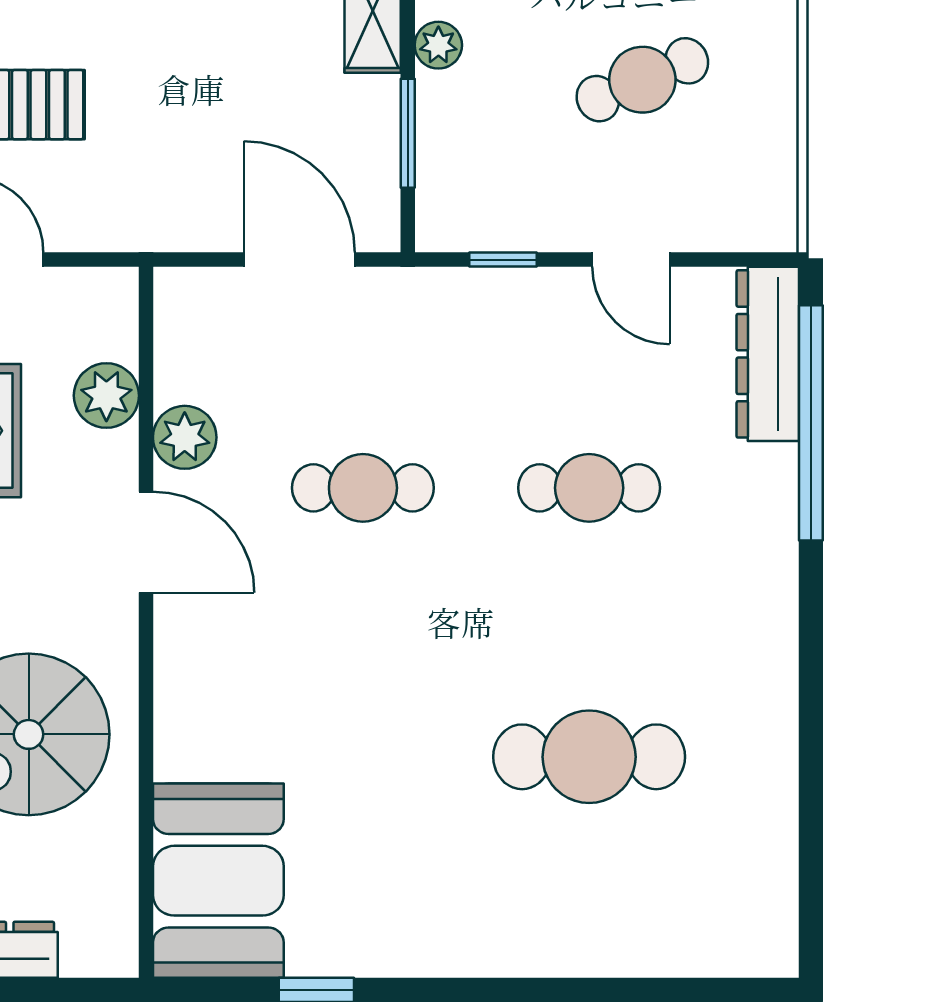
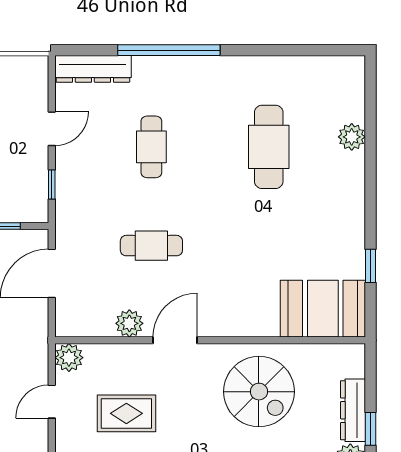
plant: (106, 396) -> (69, 358), moved
window: (811, 423) -> (169, 50), moved
cafe table: (363, 488) -> (151, 246), turned 90
plant: (612, 947) -> (352, 137), added

